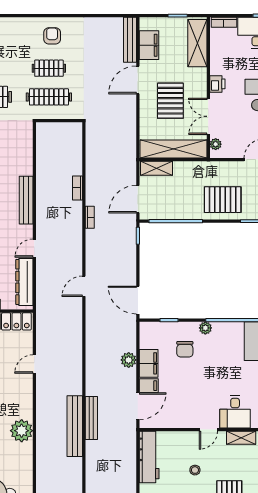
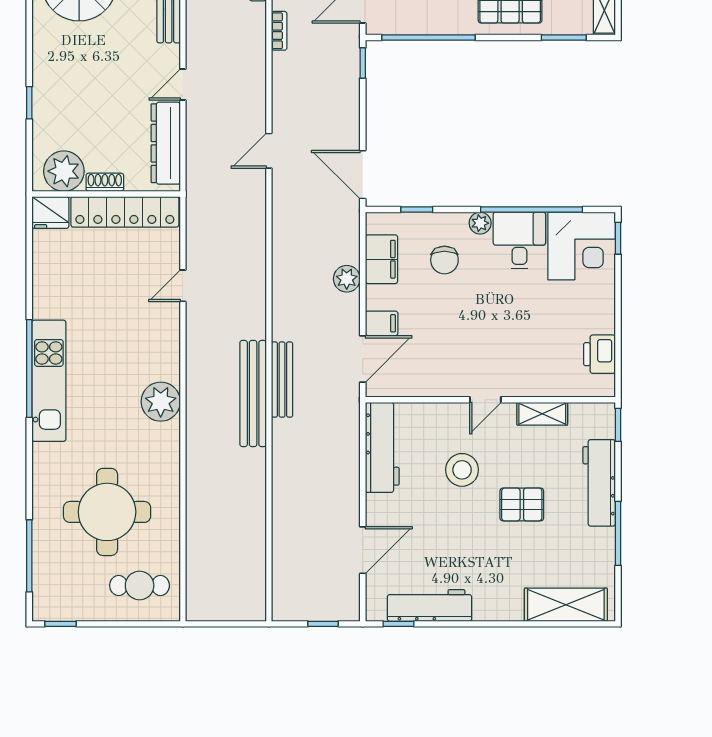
filing cabinet: (149, 363) -> (382, 259), moved
desk: (235, 412) -> (519, 241), moved, turned 180
stool: (195, 470) -> (462, 470), width x1.89, depth x1.89

